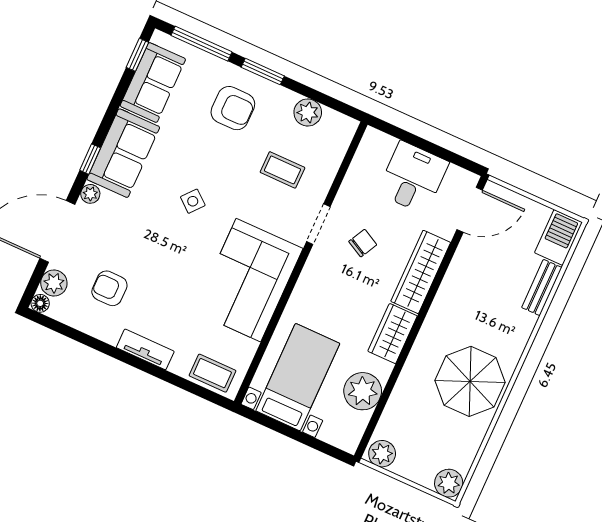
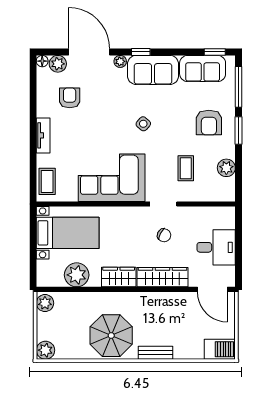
bench: (542, 287) -> (155, 353), moved

